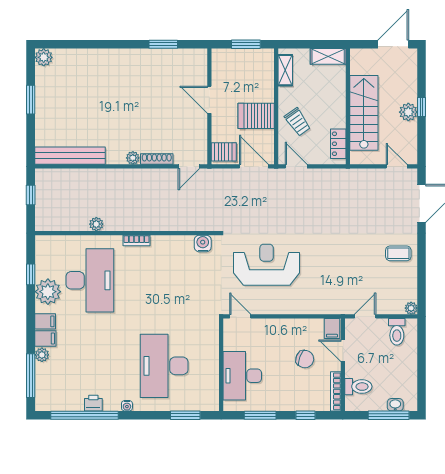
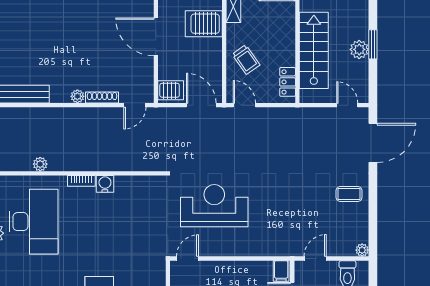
door: (209, 100) -> (156, 37), width x1.36
window: (422, 107) -> (373, 44), width x1.50
server rack: (256, 116) -> (204, 24), moved
water cooler: (203, 243) -> (105, 184), moved
door: (240, 316) -> (187, 258), hinge flipped

